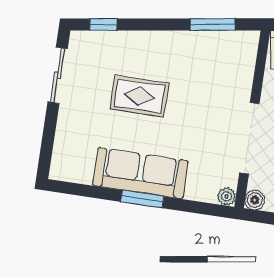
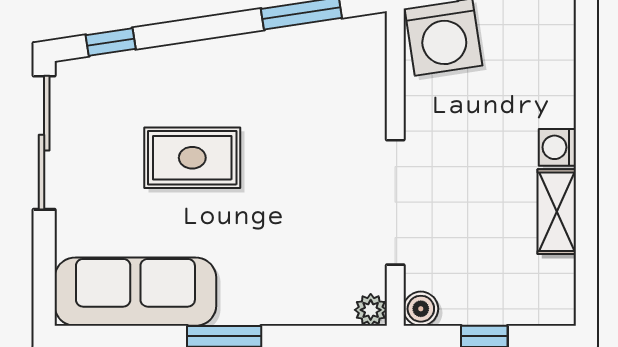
sliding door: (58, 75) -> (44, 143), width x1.37
sofa: (140, 173) -> (135, 292), moved

